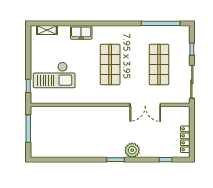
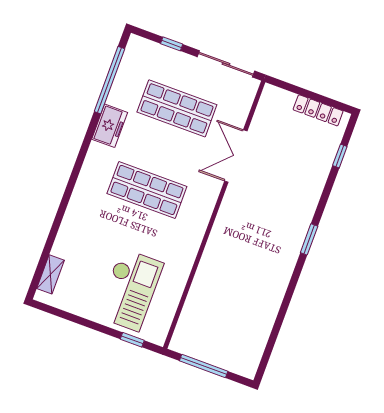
freezer: (81, 32) -> (110, 126), moved
double door: (145, 105) -> (236, 156), swing flipped
plant: (132, 150) -> (304, 206), removed

